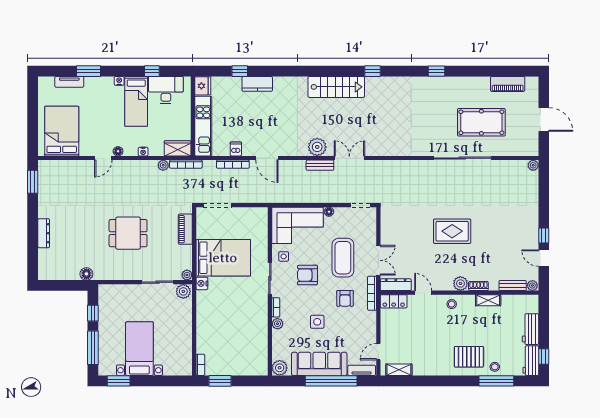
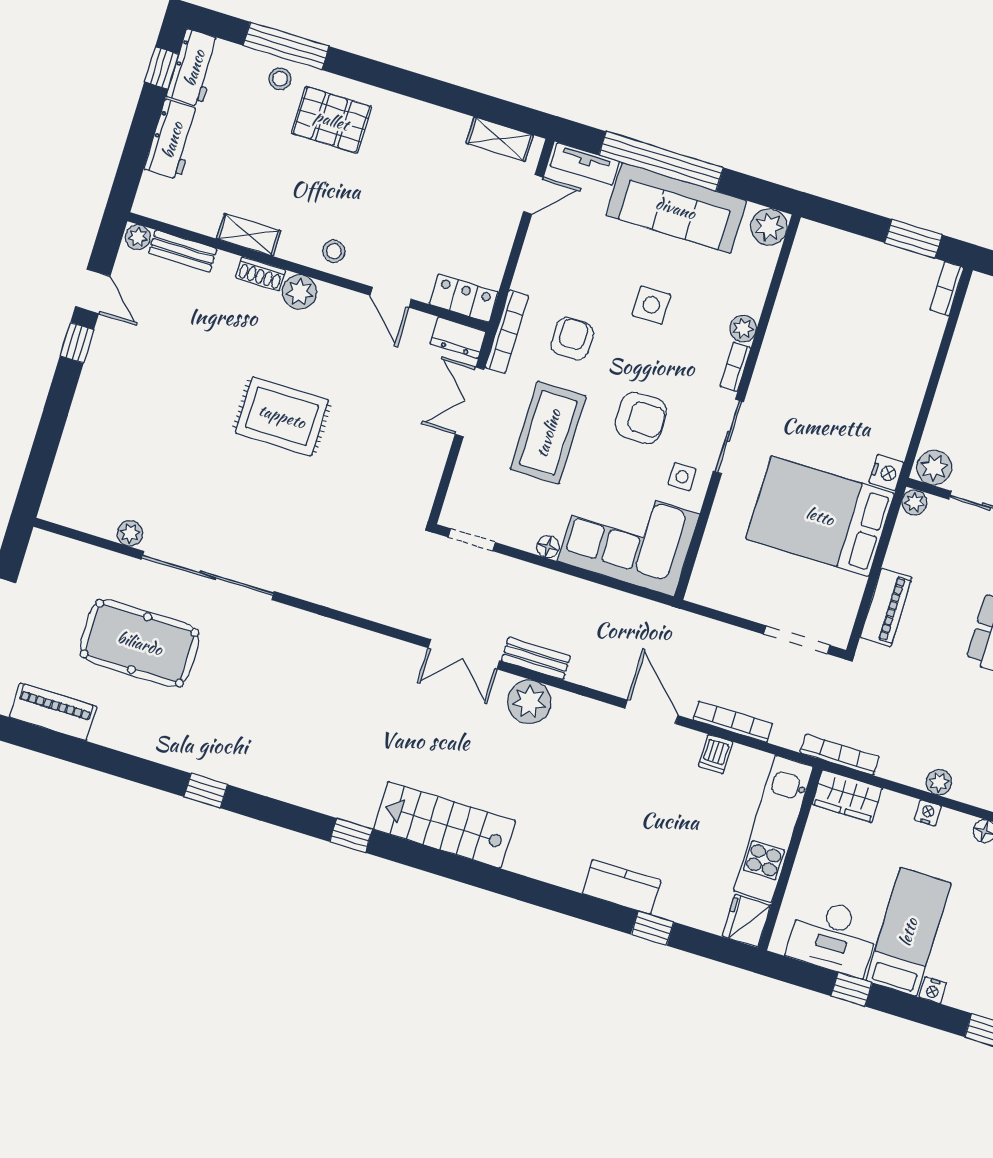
plant: (163, 165) -> (939, 782), moved
plant: (533, 165) -> (130, 533), moved
dresser: (396, 285) -> (458, 338), width x0.70

